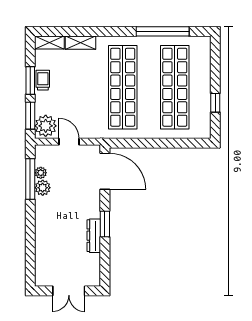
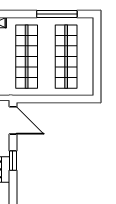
window: (215, 103) -> (97, 68), removed

